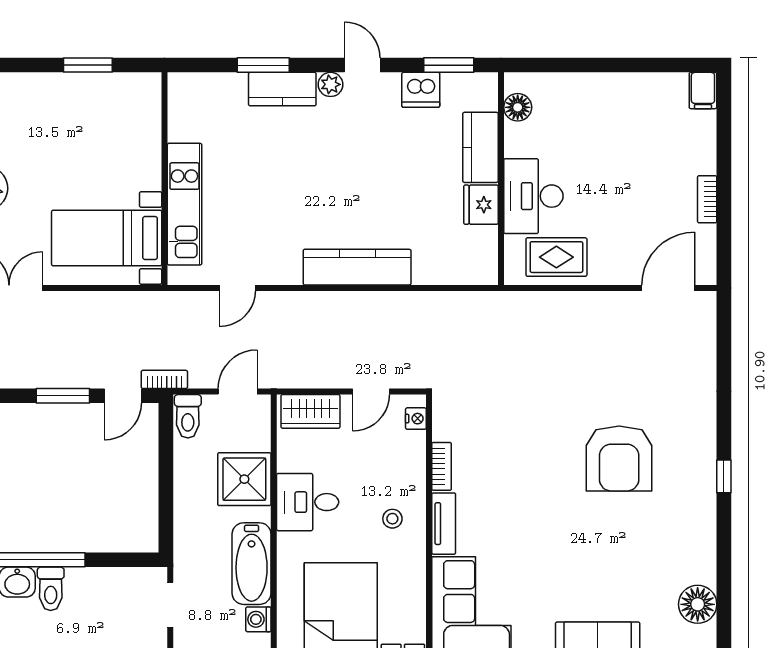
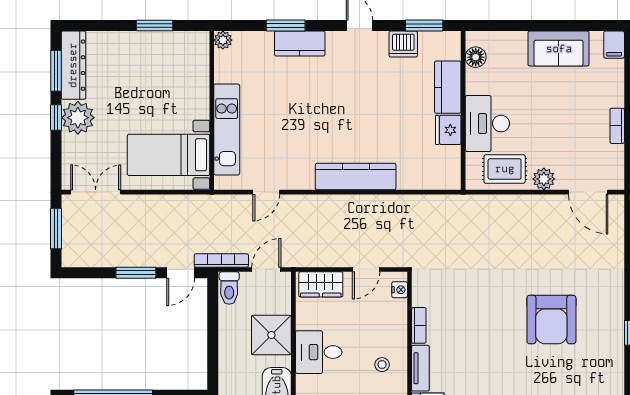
plant: (330, 84) -> (223, 40), moved
sofa: (629, 96) -> (559, 49), added
plant: (609, 270) -> (544, 179), added
door: (668, 288) -> (588, 192), swing flipped
bookcase: (164, 379) -> (221, 260), width x1.56

